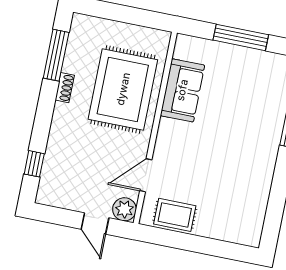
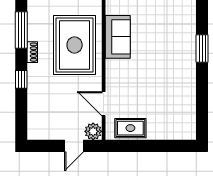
window: (34, 164) -> (21, 79), moved
door: (146, 175) -> (104, 104), hinge flipped
door: (95, 223) -> (74, 146), hinge flipped

